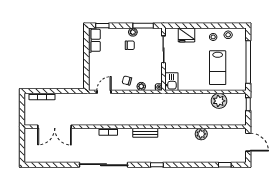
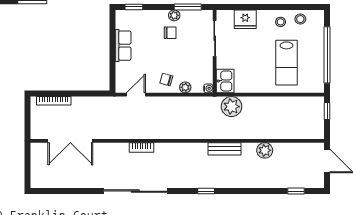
row of seats: (94, 40) -> (123, 46), moved
plant: (219, 101) -> (231, 107), moved
bench: (145, 133) -> (224, 149), moved

